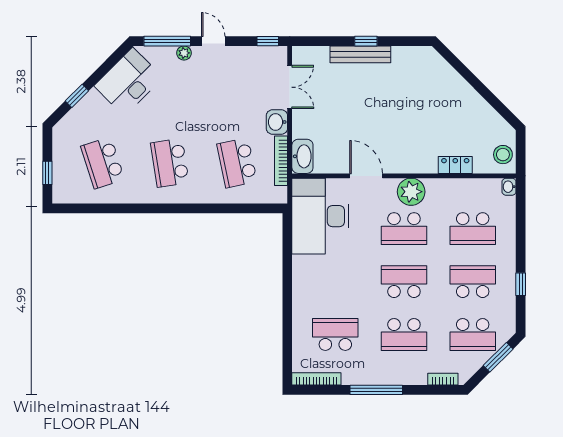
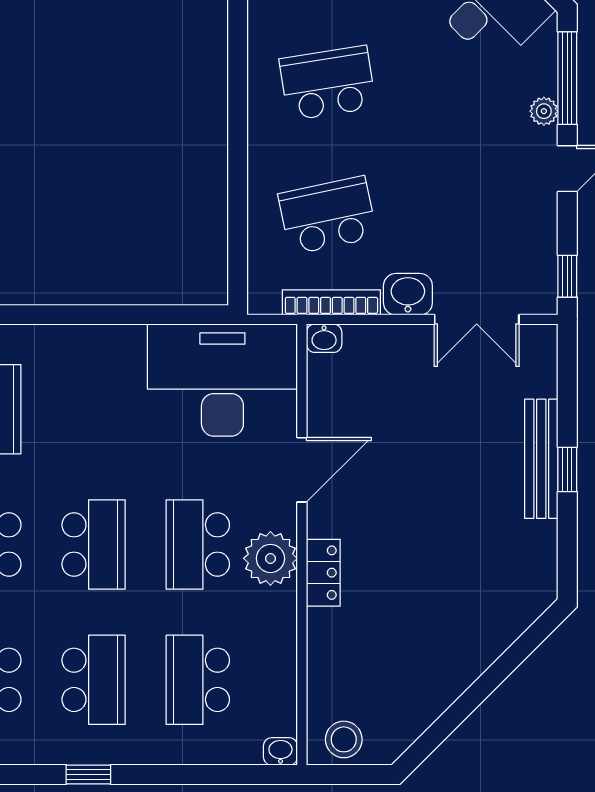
washbasin: (302, 156) -> (324, 338), width x0.52, depth x0.69
locker: (455, 165) -> (323, 573), moved

